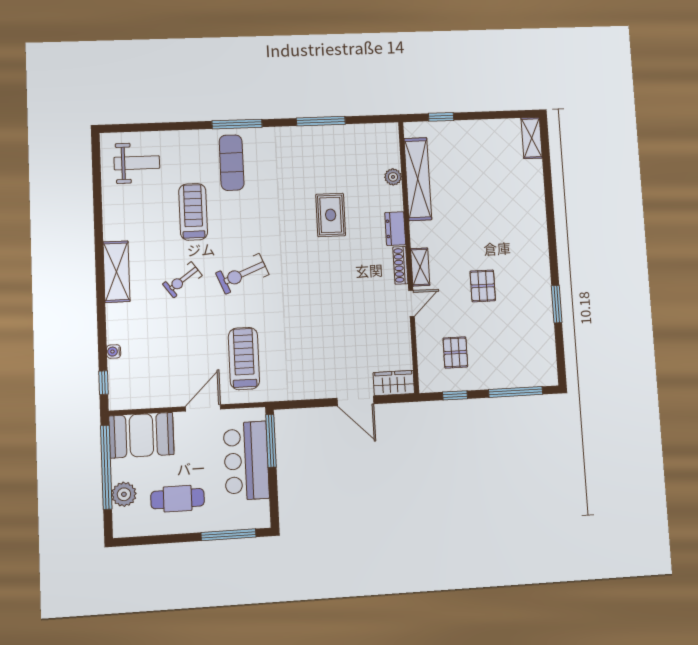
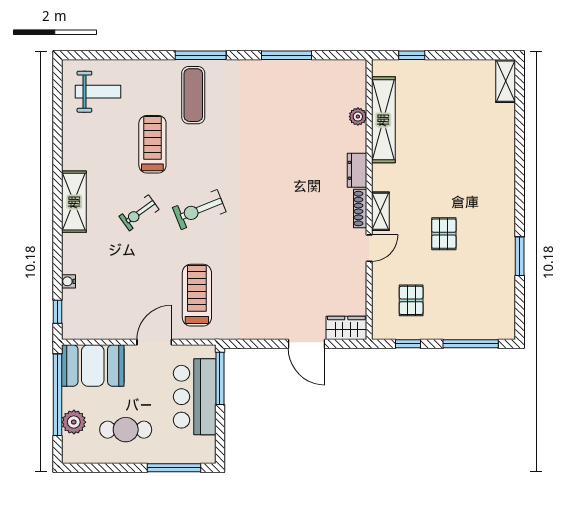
rug: (331, 215) -> (292, 153), removed

